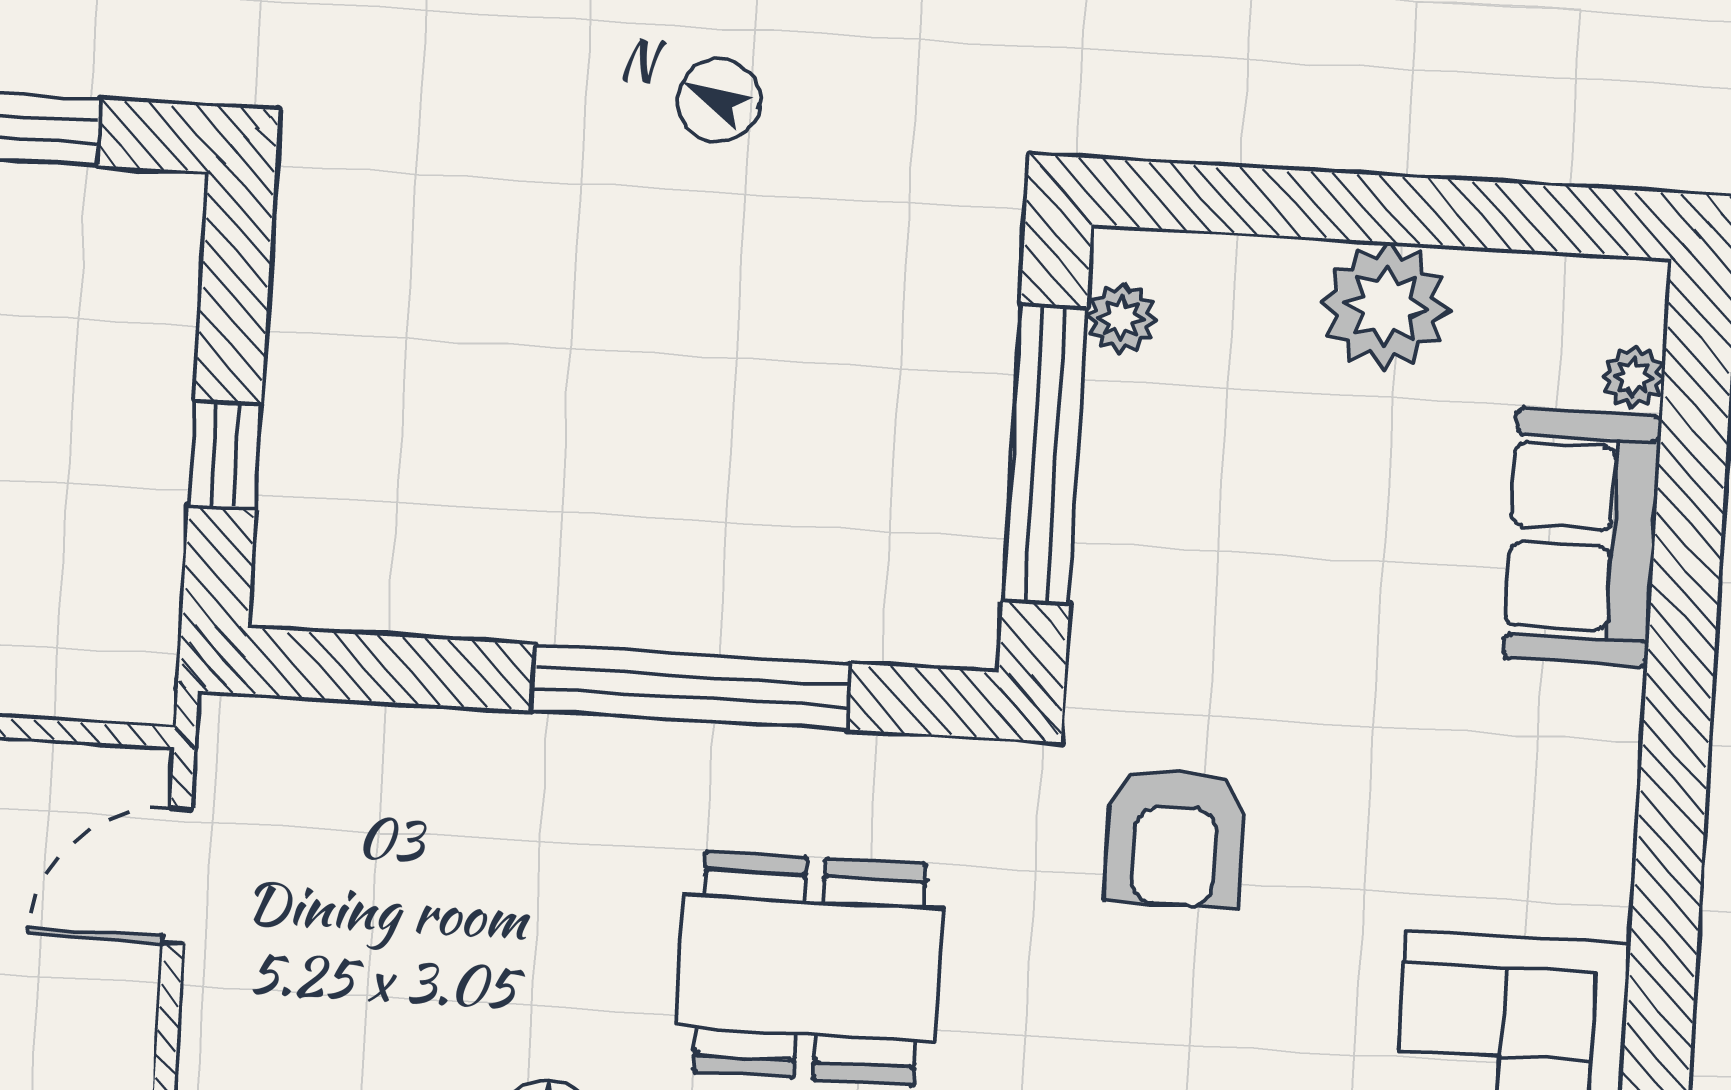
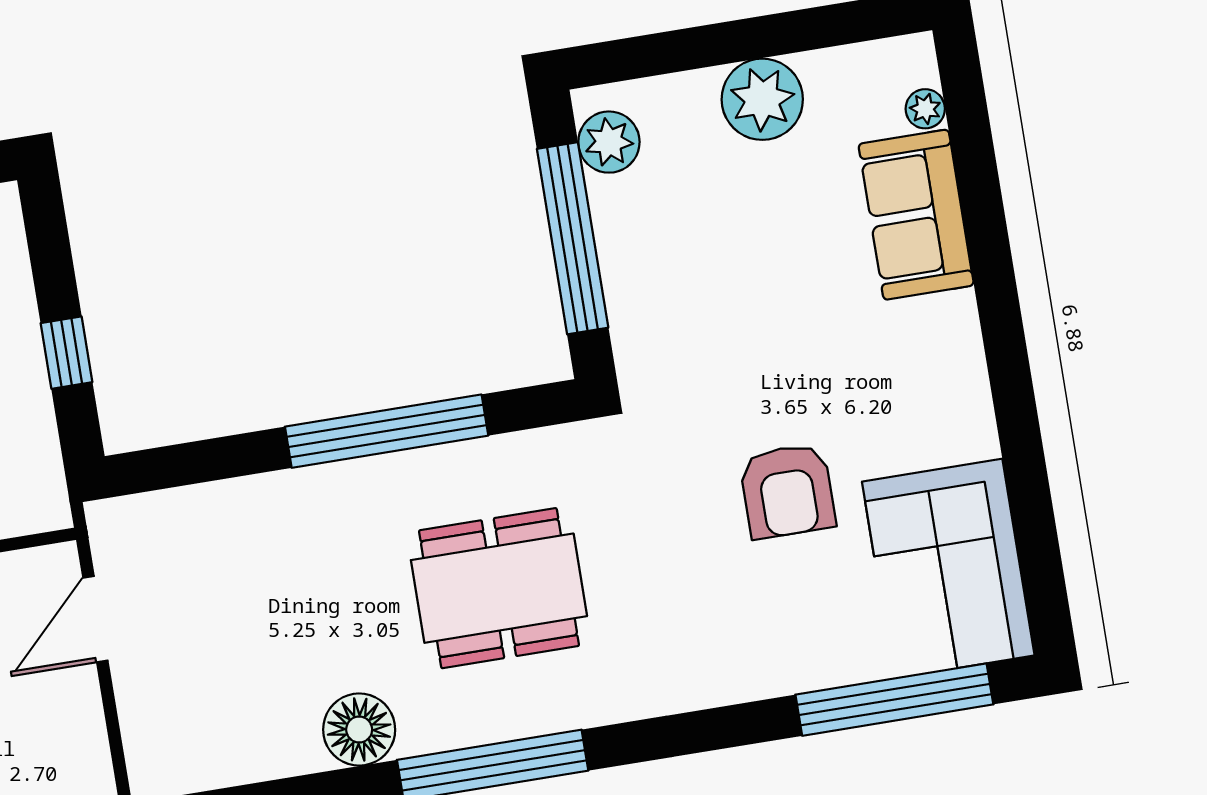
plant: (1121, 318) -> (609, 142), width x1.38, depth x1.38
armchair: (1175, 837) -> (787, 491), moved

